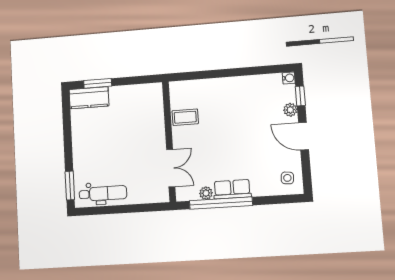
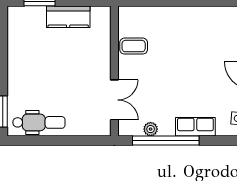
kitchen counter: (89, 98) -> (68, 17), moved
row of seats: (232, 189) -> (195, 127), moved

